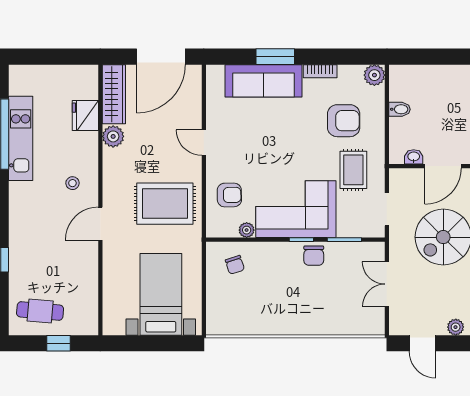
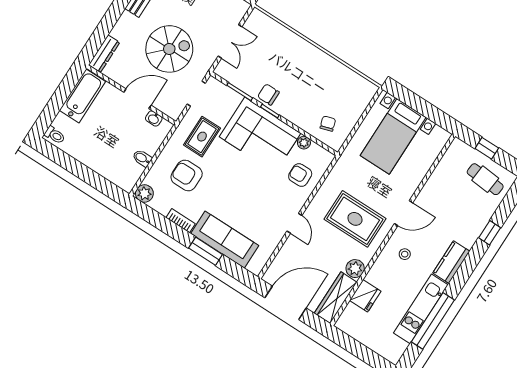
rug: (165, 204) -> (355, 219), moved
kitchen counter: (20, 205) -> (451, 262), added
chair: (314, 256) -> (268, 94), turned -90

